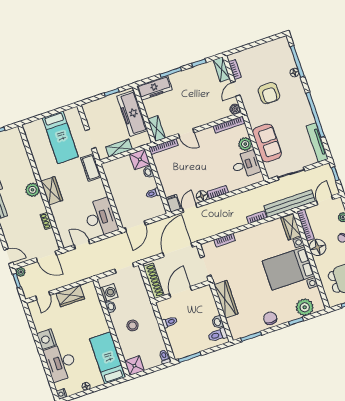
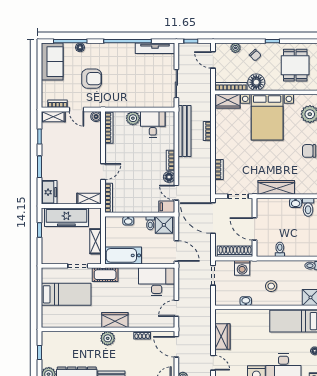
freezer: (154, 88) -> (49, 192), width x0.71
sofa: (267, 143) -> (52, 62), moved, turned 90
shower: (140, 159) -> (164, 225), moved
bathtub: (115, 178) -> (123, 255), added
bench: (290, 204) -> (185, 131), moved
door: (46, 256) -> (176, 347), swing flipped
washing machine: (109, 293) -> (242, 268), moved, turned 180

